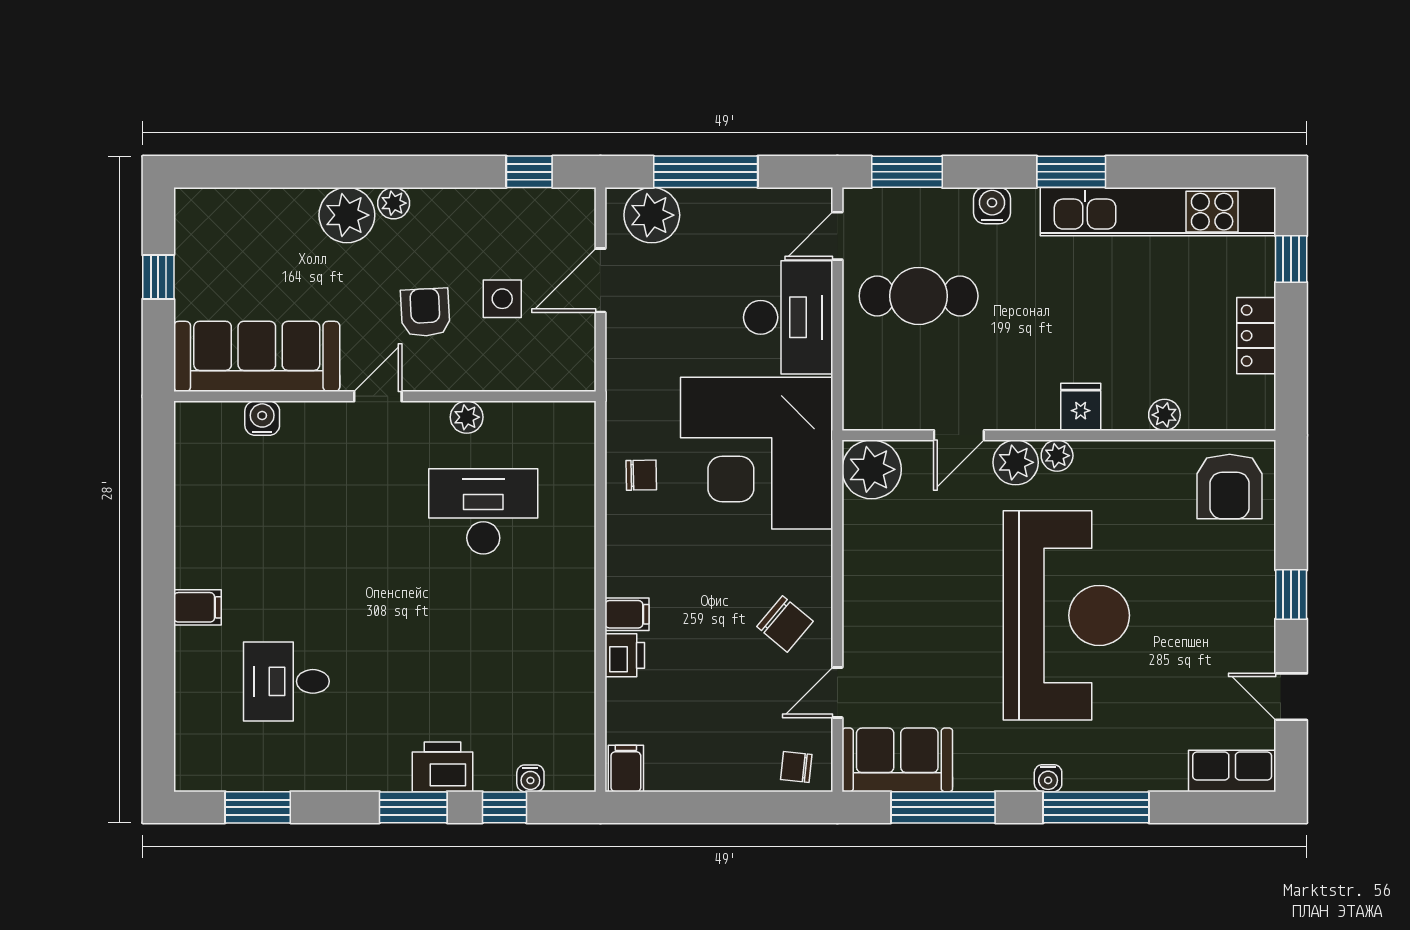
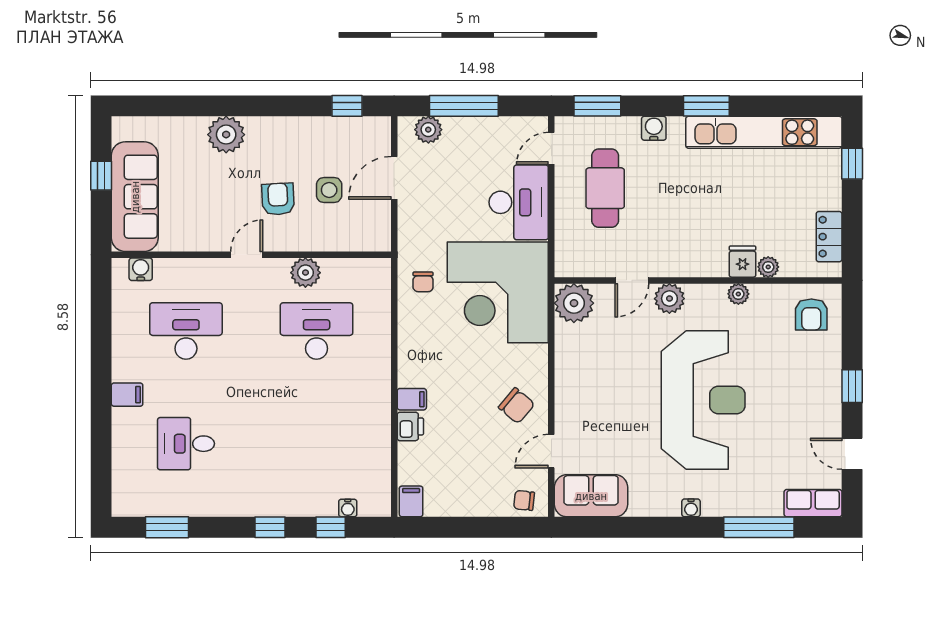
plant: (394, 203) -> (257, 127), removed
plant: (652, 215) -> (428, 130), width x0.73, depth x0.73
cafe table: (919, 296) -> (605, 188), turned 90
locker: (1256, 336) -> (829, 237), moved
sofa: (257, 356) -> (135, 197), moved, turned 90
fridge: (1081, 407) -> (743, 262), moved
plant: (467, 417) -> (305, 273), width x1.38, depth x1.38
water cooler: (262, 418) -> (141, 269), moved
plant: (1057, 456) -> (738, 294), moved
chair: (641, 475) -> (423, 282), moved, turned 91
armchair: (1230, 486) -> (811, 314), width x0.72, depth x0.72
desk: (286, 511) -> (186, 331), added
printer: (442, 767) -> (289, 500), removed
window: (413, 807) -> (270, 527), width x0.67
window: (943, 807) -> (621, 527), removed
window: (1096, 807) -> (759, 527), moved

